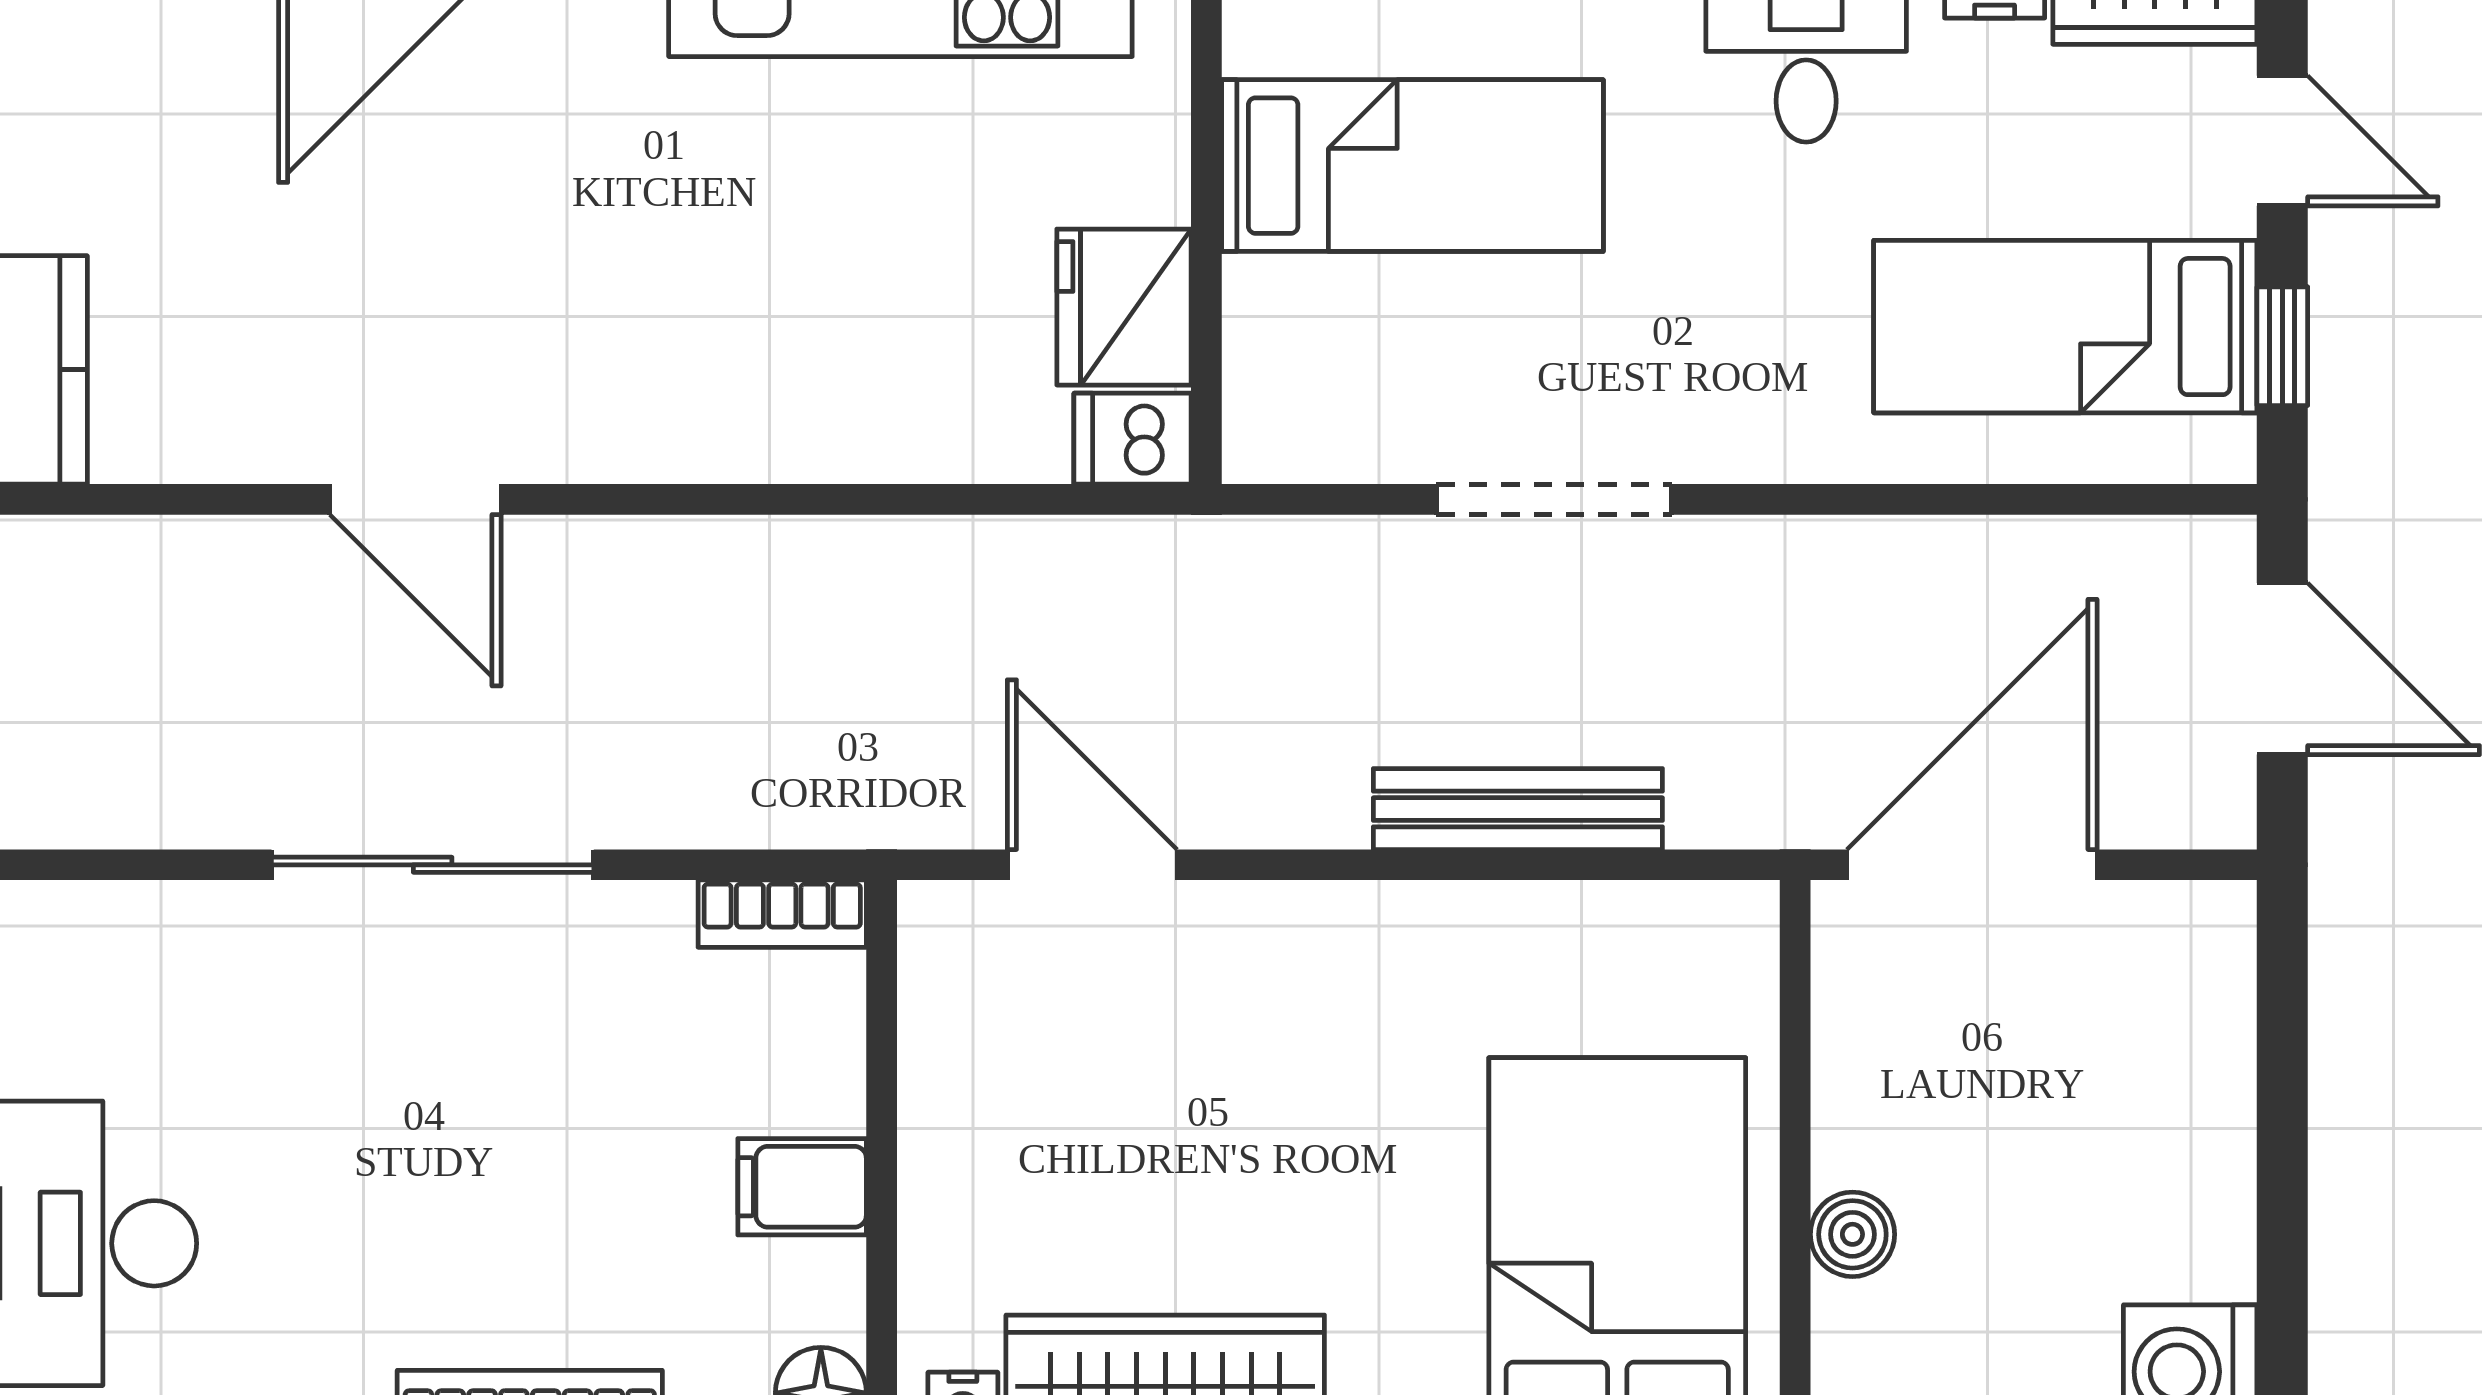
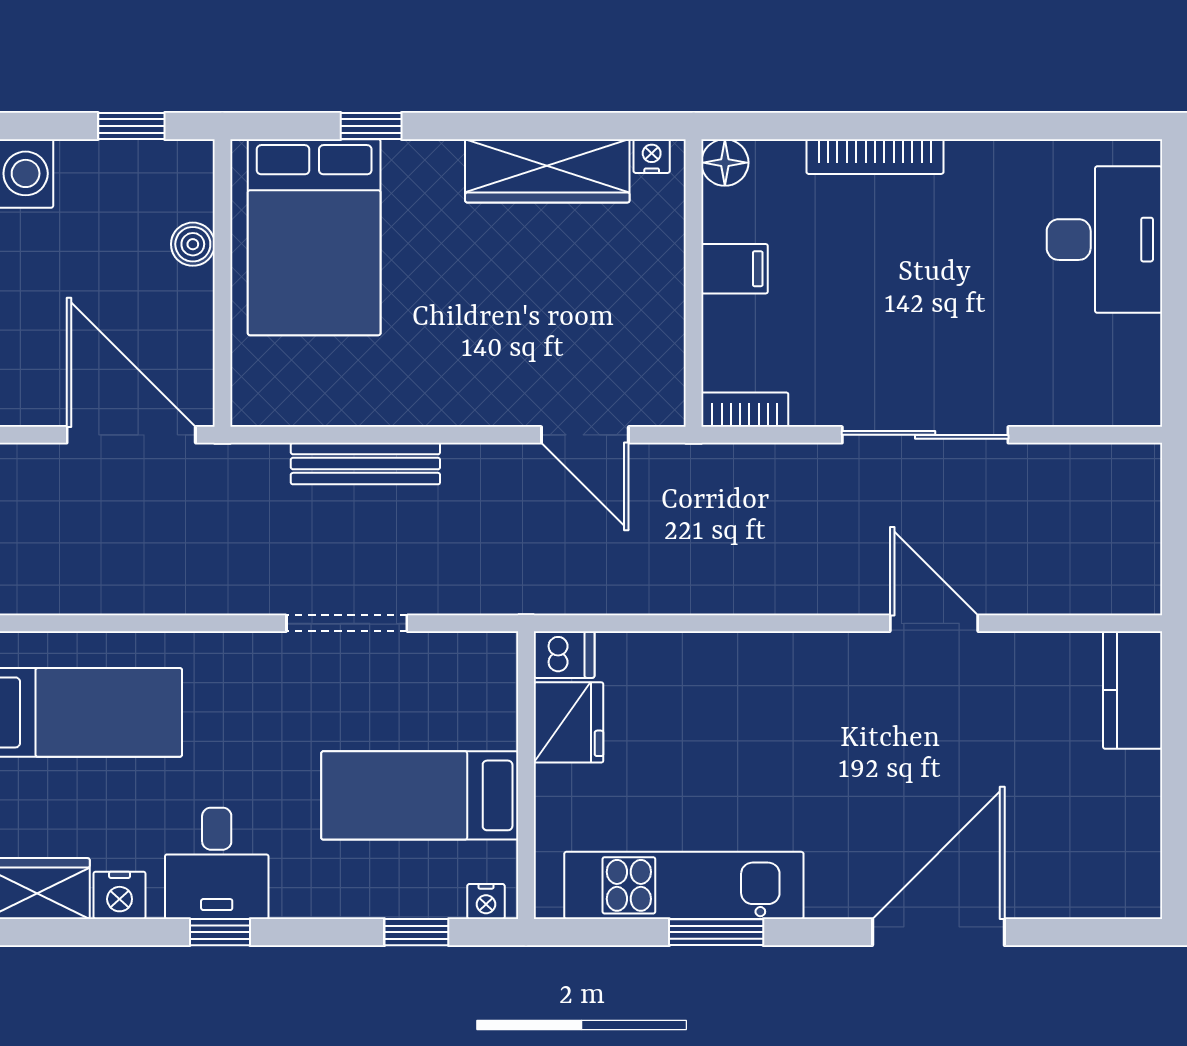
door: (1972, 865) -> (131, 435), swing flipped

